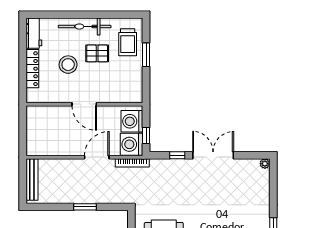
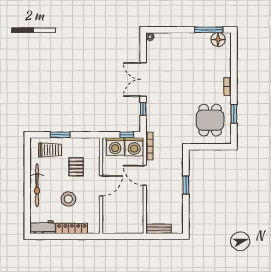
pallet: (97, 53) -> (76, 167), moved
bench: (32, 180) -> (159, 229), width x0.73

